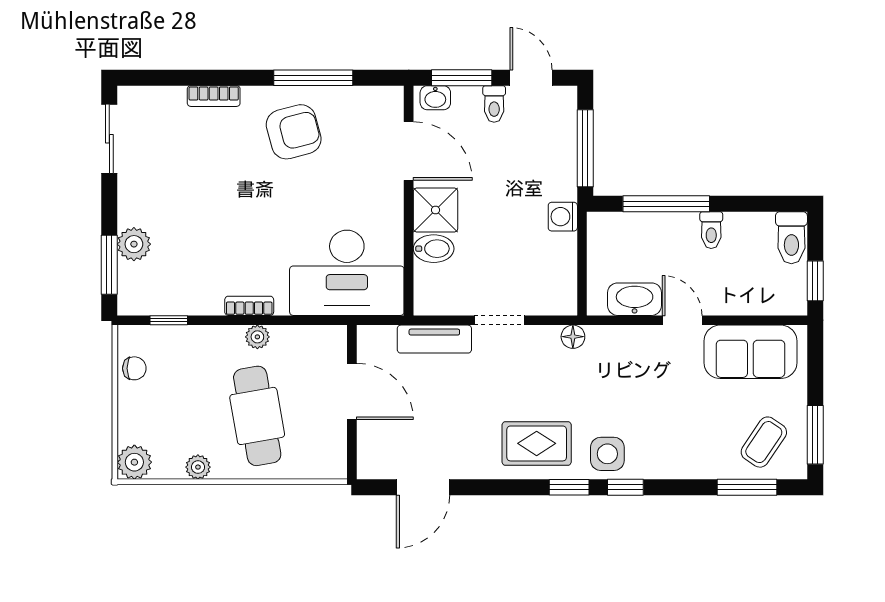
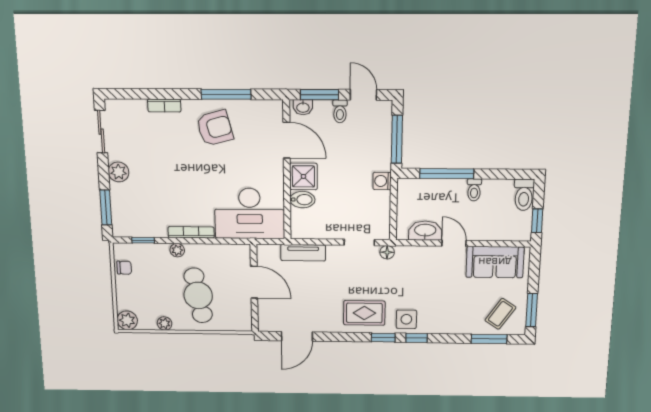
plant: (134, 244) -> (119, 172), moved
bookcase: (249, 306) -> (191, 232), width x1.56
doorway: (499, 320) -> (359, 242), moved
plant: (257, 337) -> (177, 250), moved

